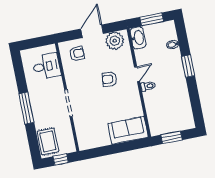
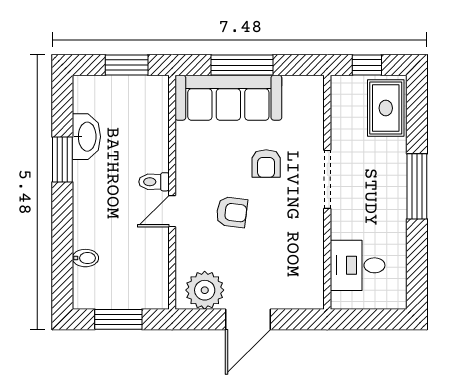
washbasin: (138, 38) -> (86, 137), moved, turned 180
armchair: (77, 53) -> (266, 164), moved, turned -90
window: (188, 66) -> (62, 159), moved
sofa: (128, 130) -> (228, 98), width x1.36
window: (118, 148) -> (242, 65), added

